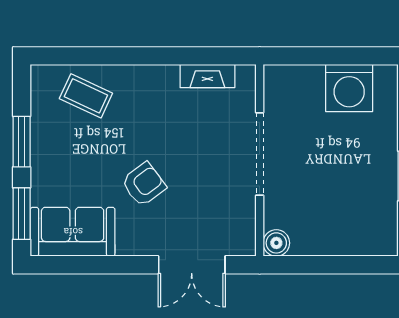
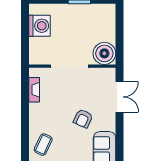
armchair: (144, 184) -> (83, 118), turned -119
boiler: (276, 243) -> (104, 53), width x1.86, depth x1.86

